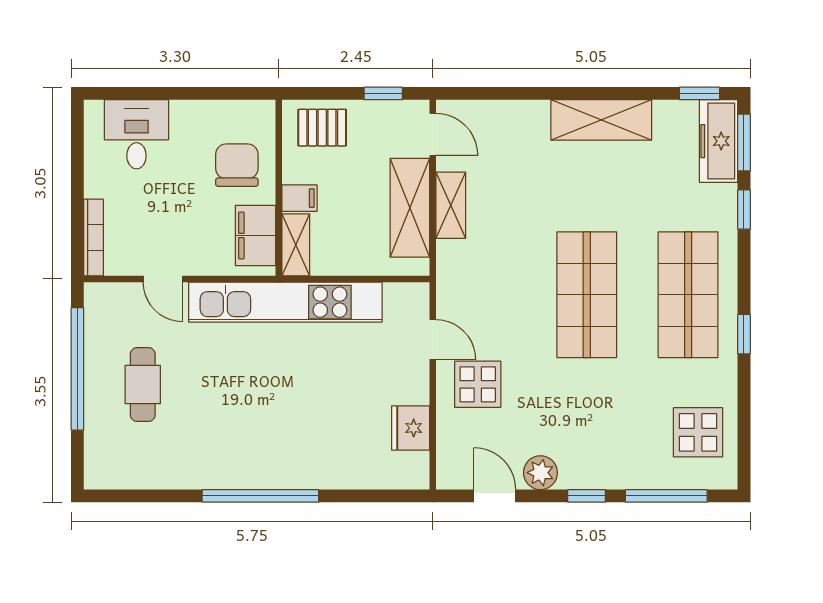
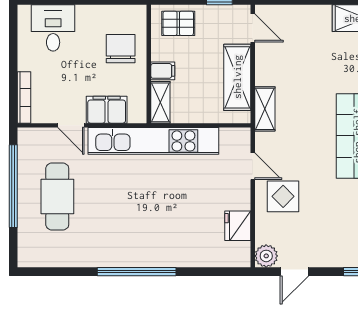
shelving: (451, 205) -> (265, 109), moved
filing cabinet: (255, 236) -> (107, 110), moved, turned 90
cafe table: (143, 385) -> (57, 197), width x1.37, depth x1.35
plant: (540, 473) -> (266, 256), moved
door: (495, 496) -> (294, 272), swing flipped

